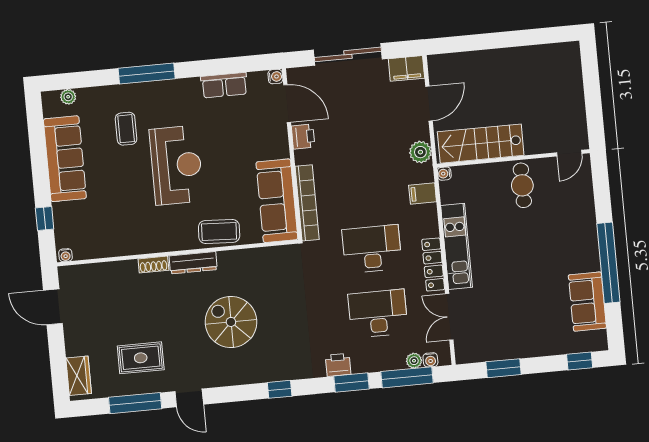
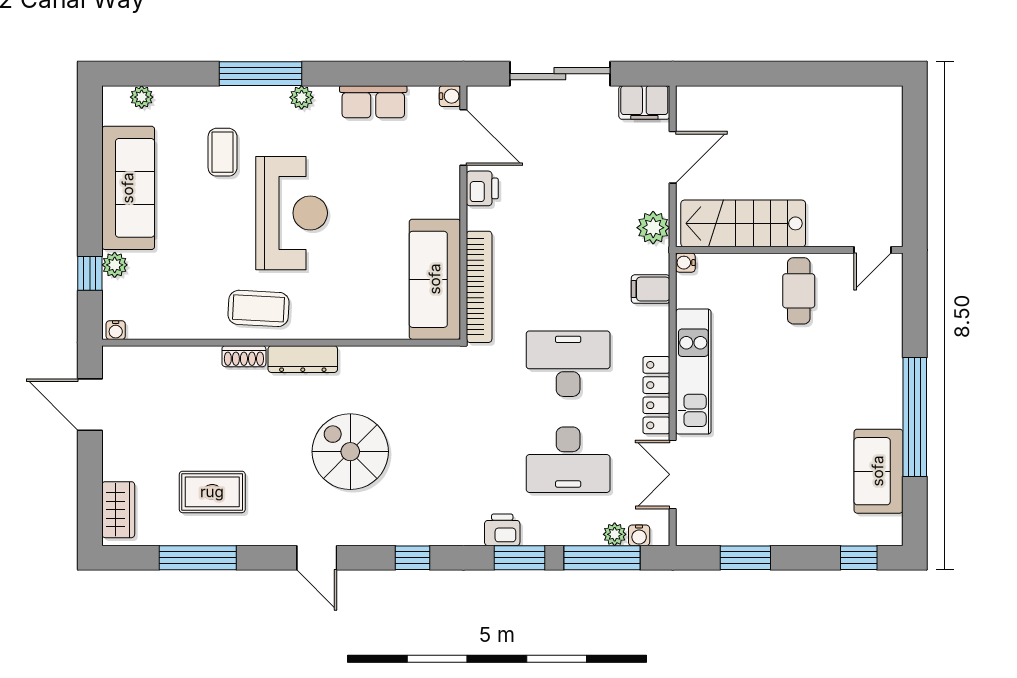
plant: (176, 87) -> (302, 97), added
plant: (61, 211) -> (115, 265), added
coffee table: (219, 232) -> (259, 308), moved
desk: (378, 314) -> (568, 460), turned 180
door: (189, 398) -> (317, 558), moved

